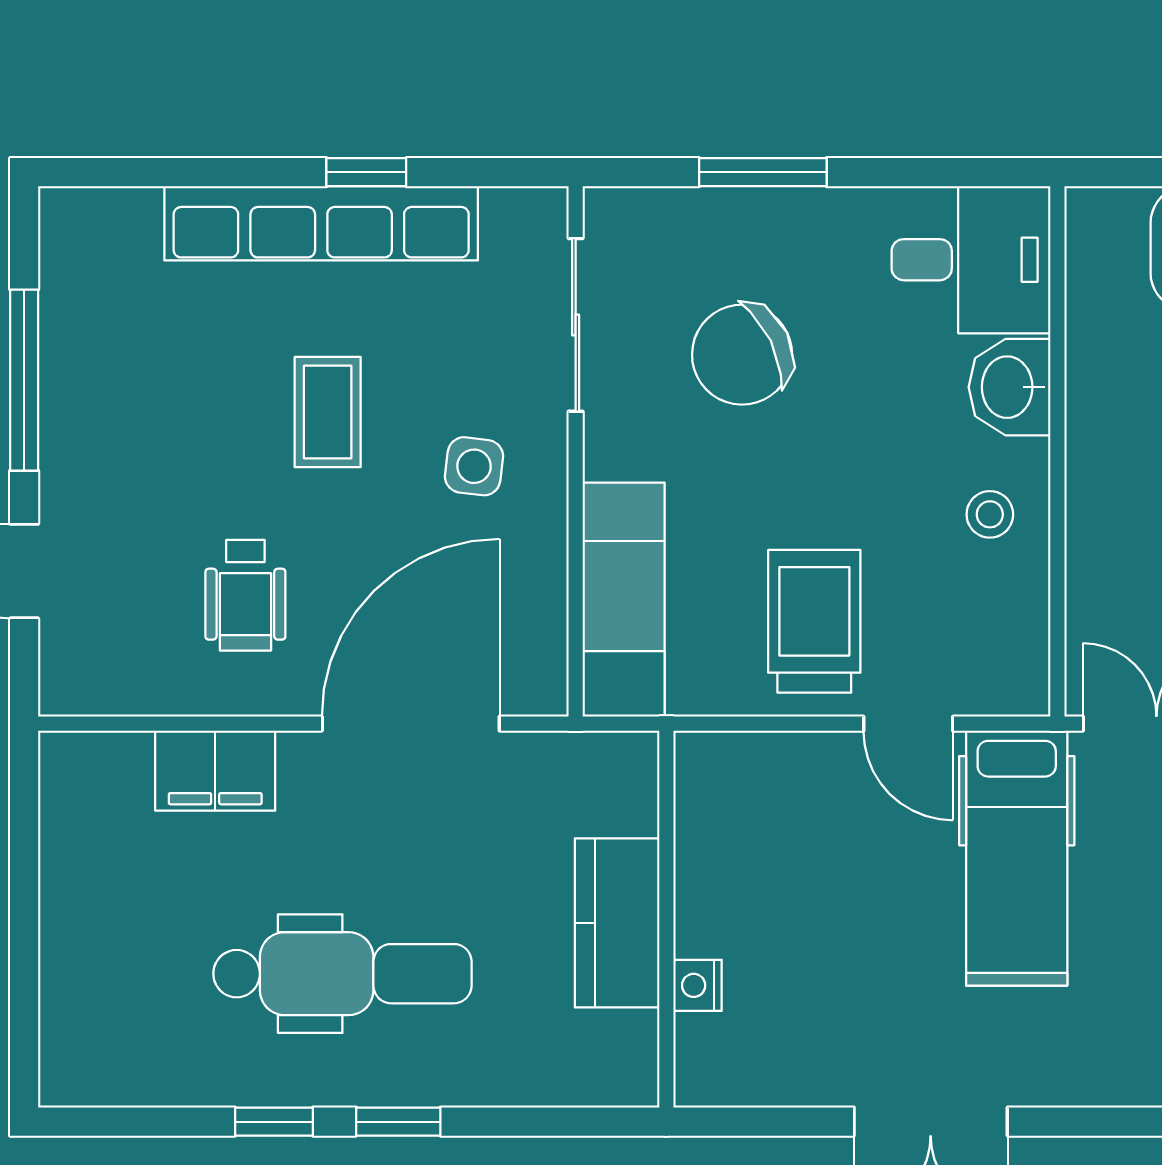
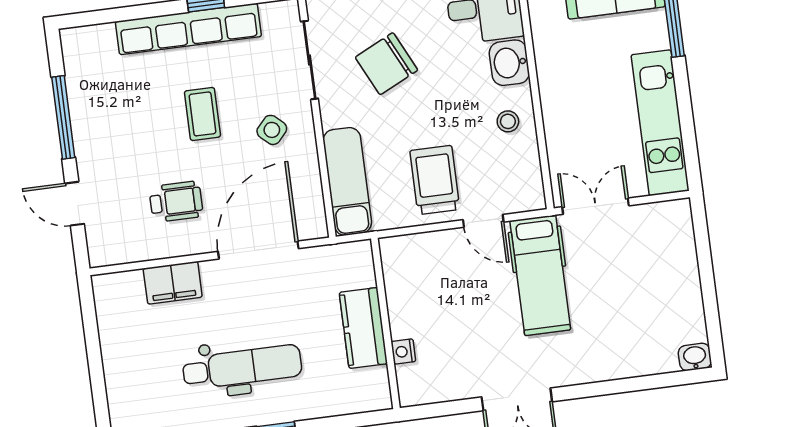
side table: (474, 466) -> (272, 130), turned 35
wheelchair: (245, 595) -> (176, 202), turned -90

